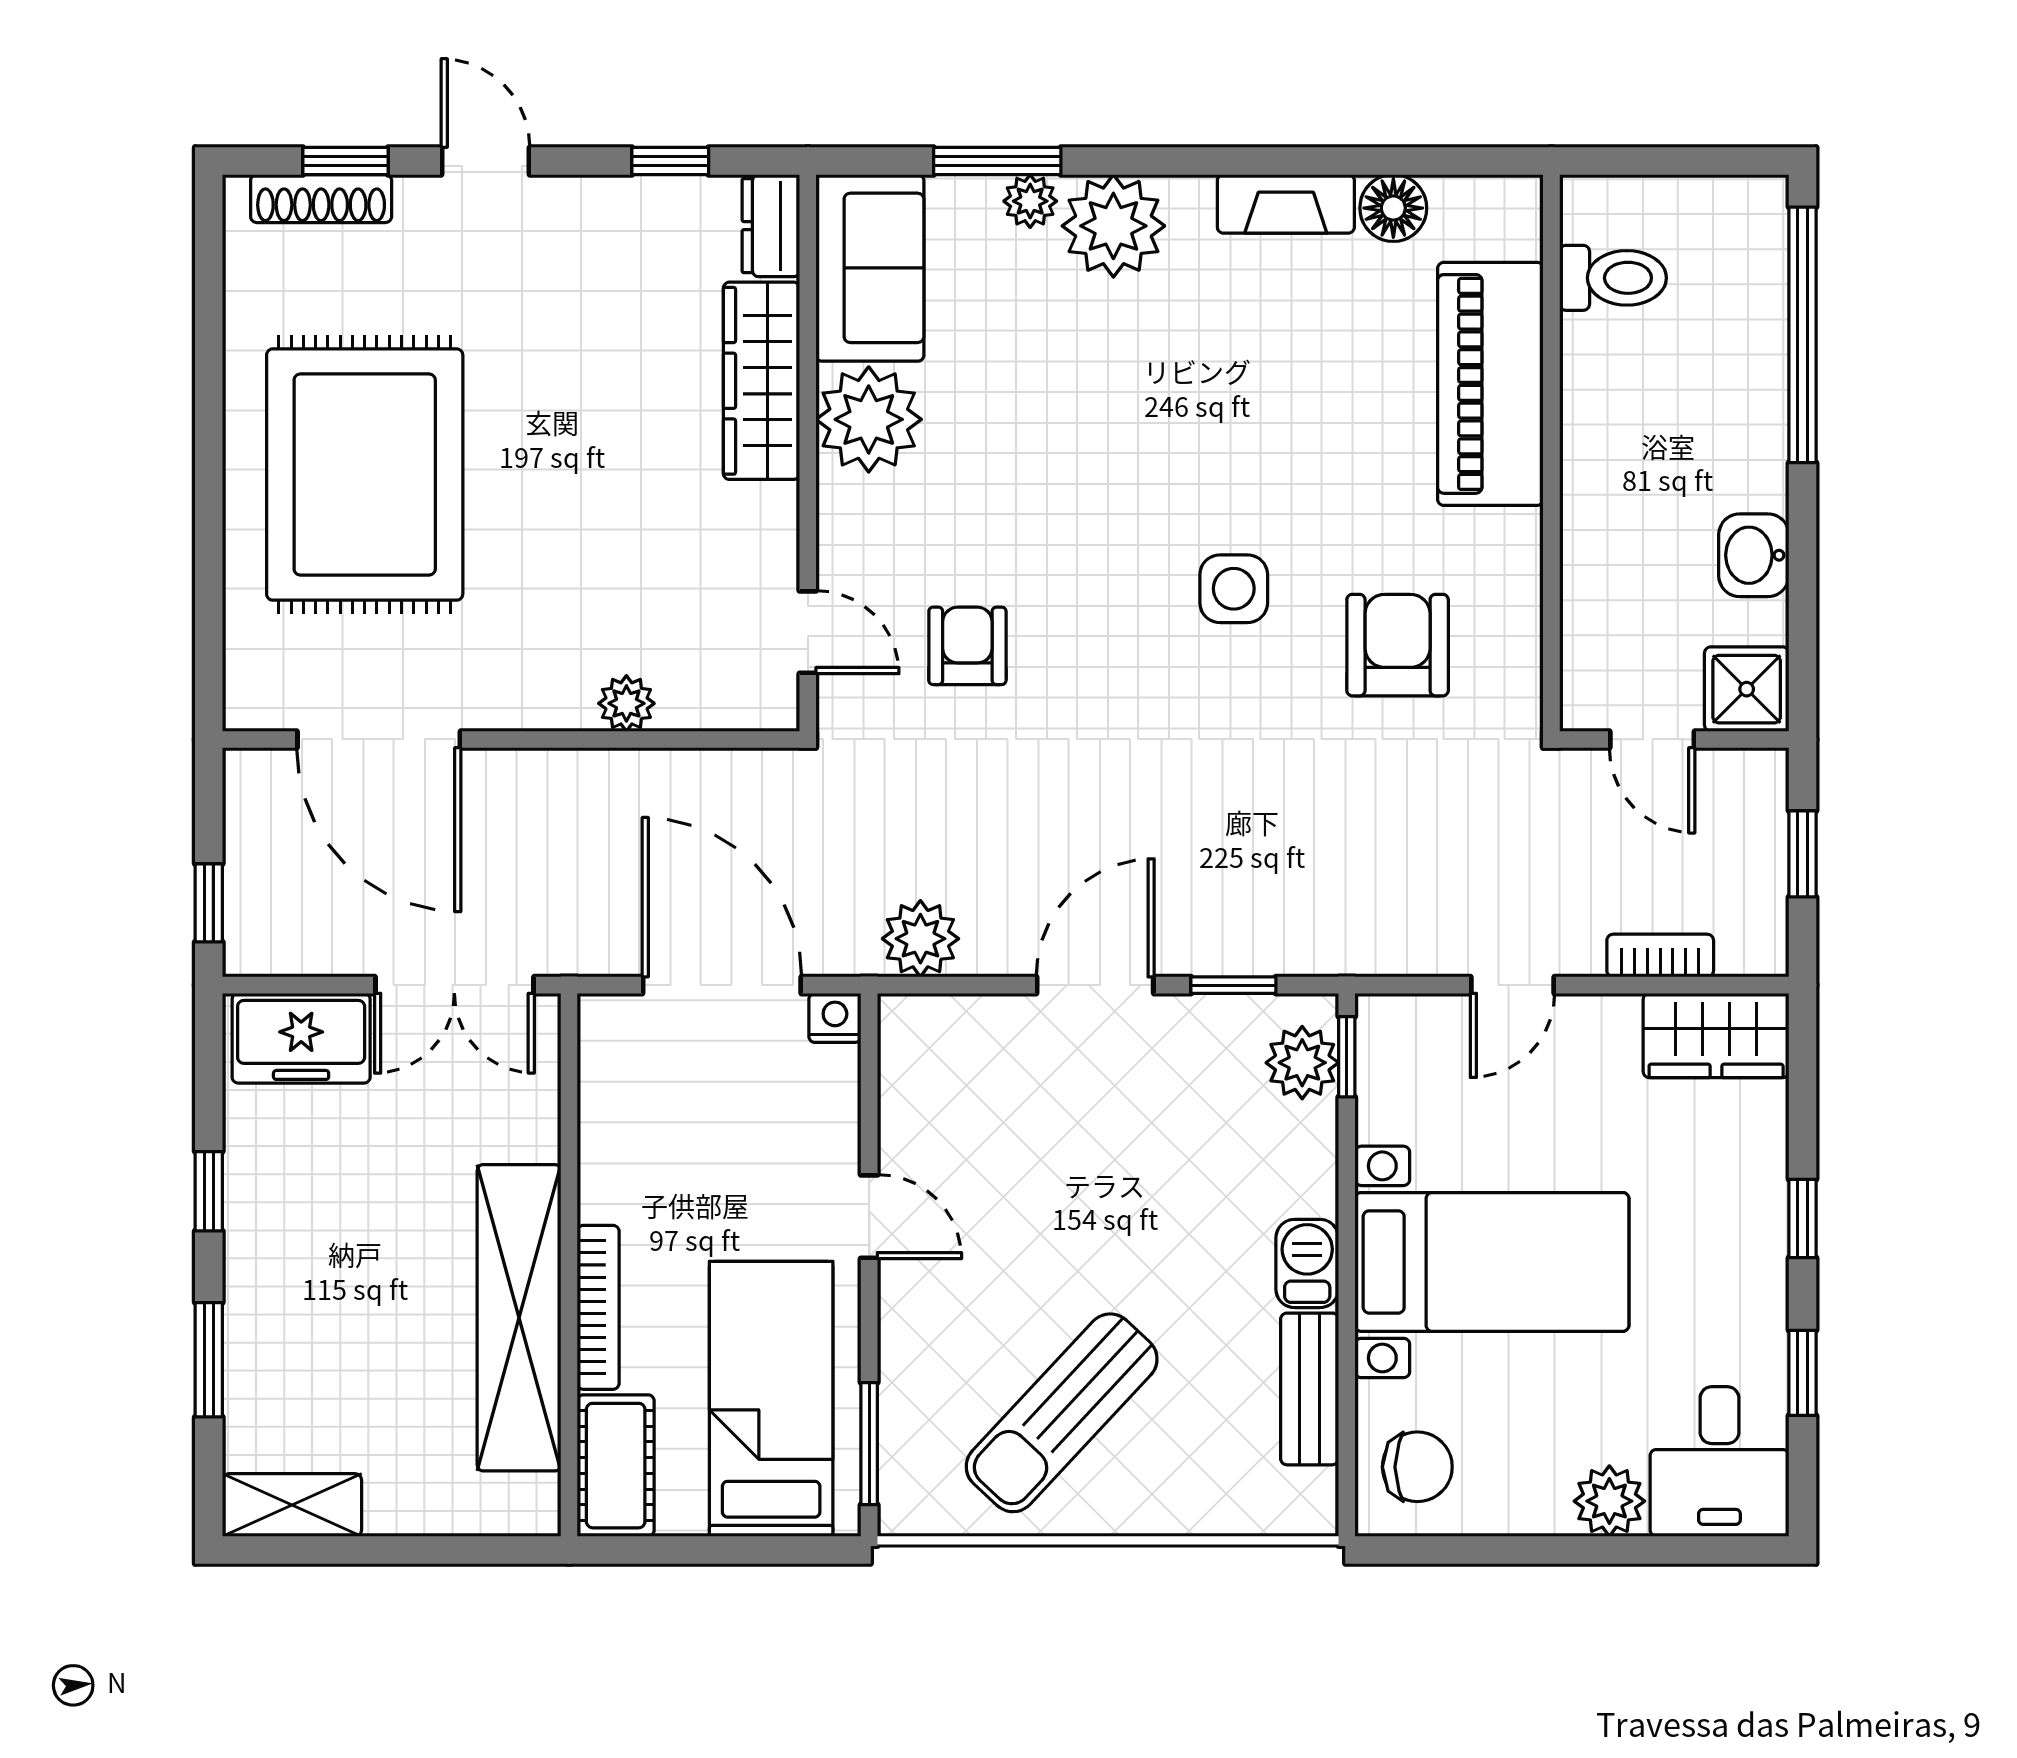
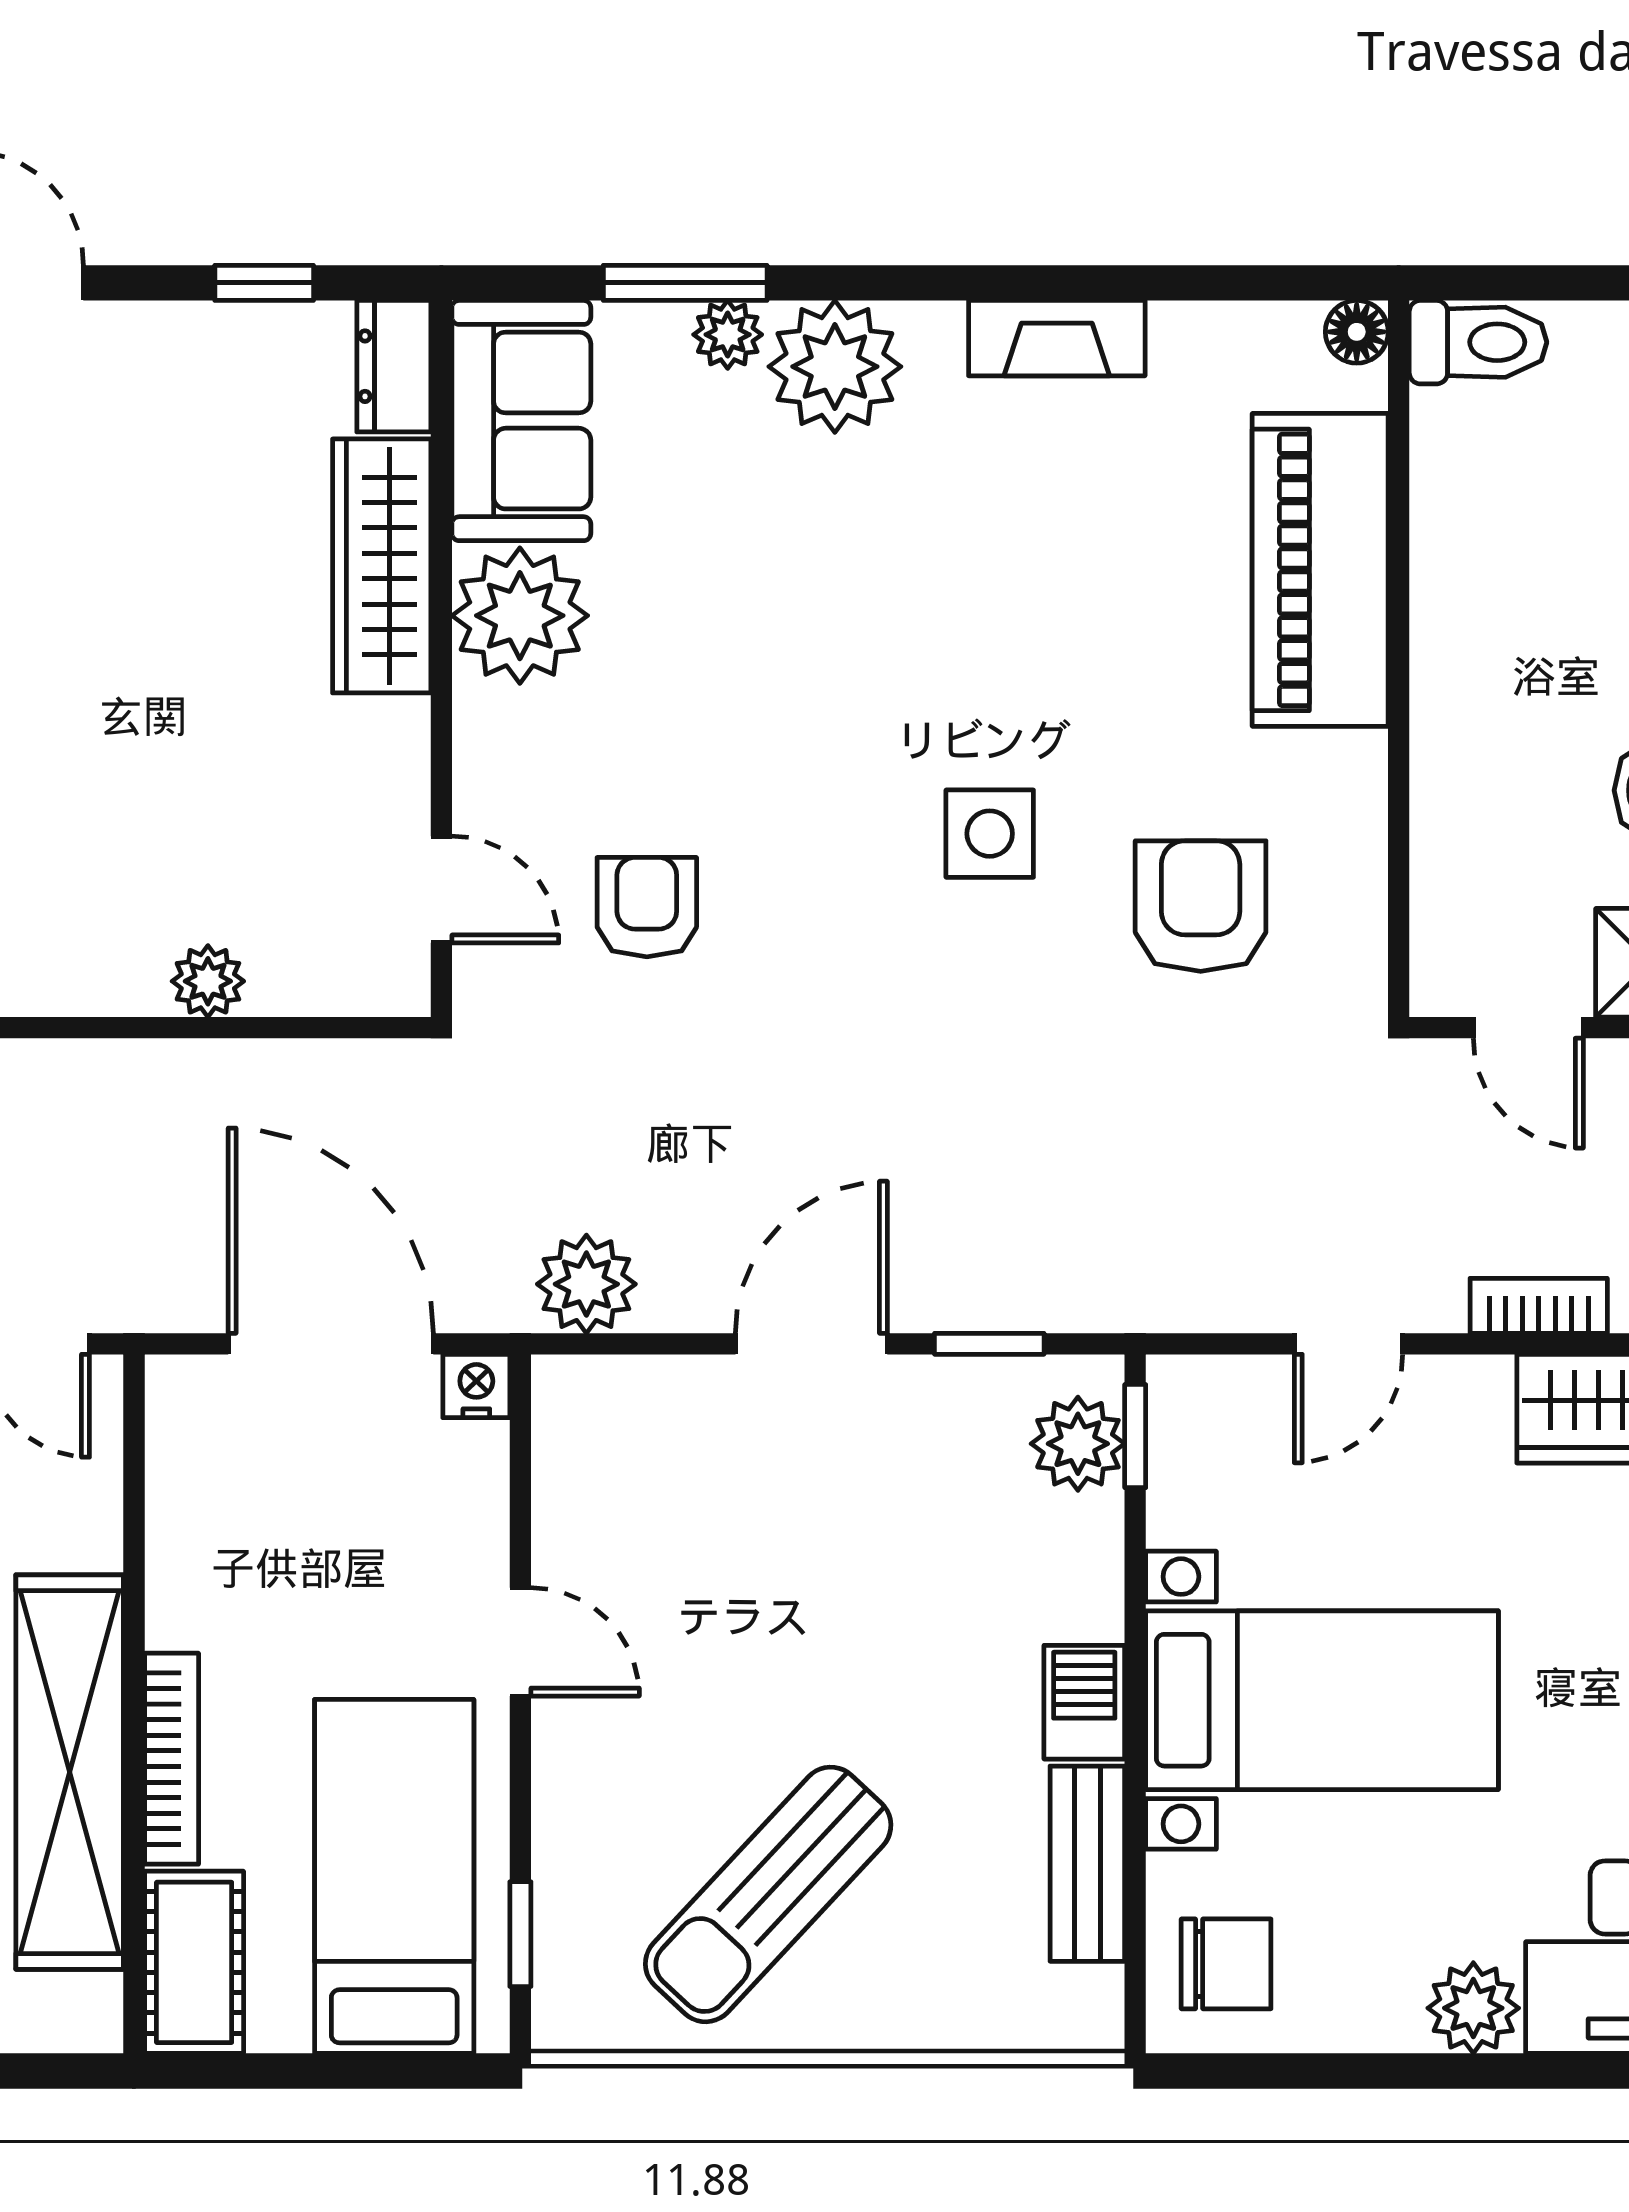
floor lamp: (1393, 208) -> (1357, 332), moved, width x0.73, depth x0.73
toilet: (1613, 278) -> (1478, 342), moved
window: (869, 1444) -> (520, 1934), width x0.67

